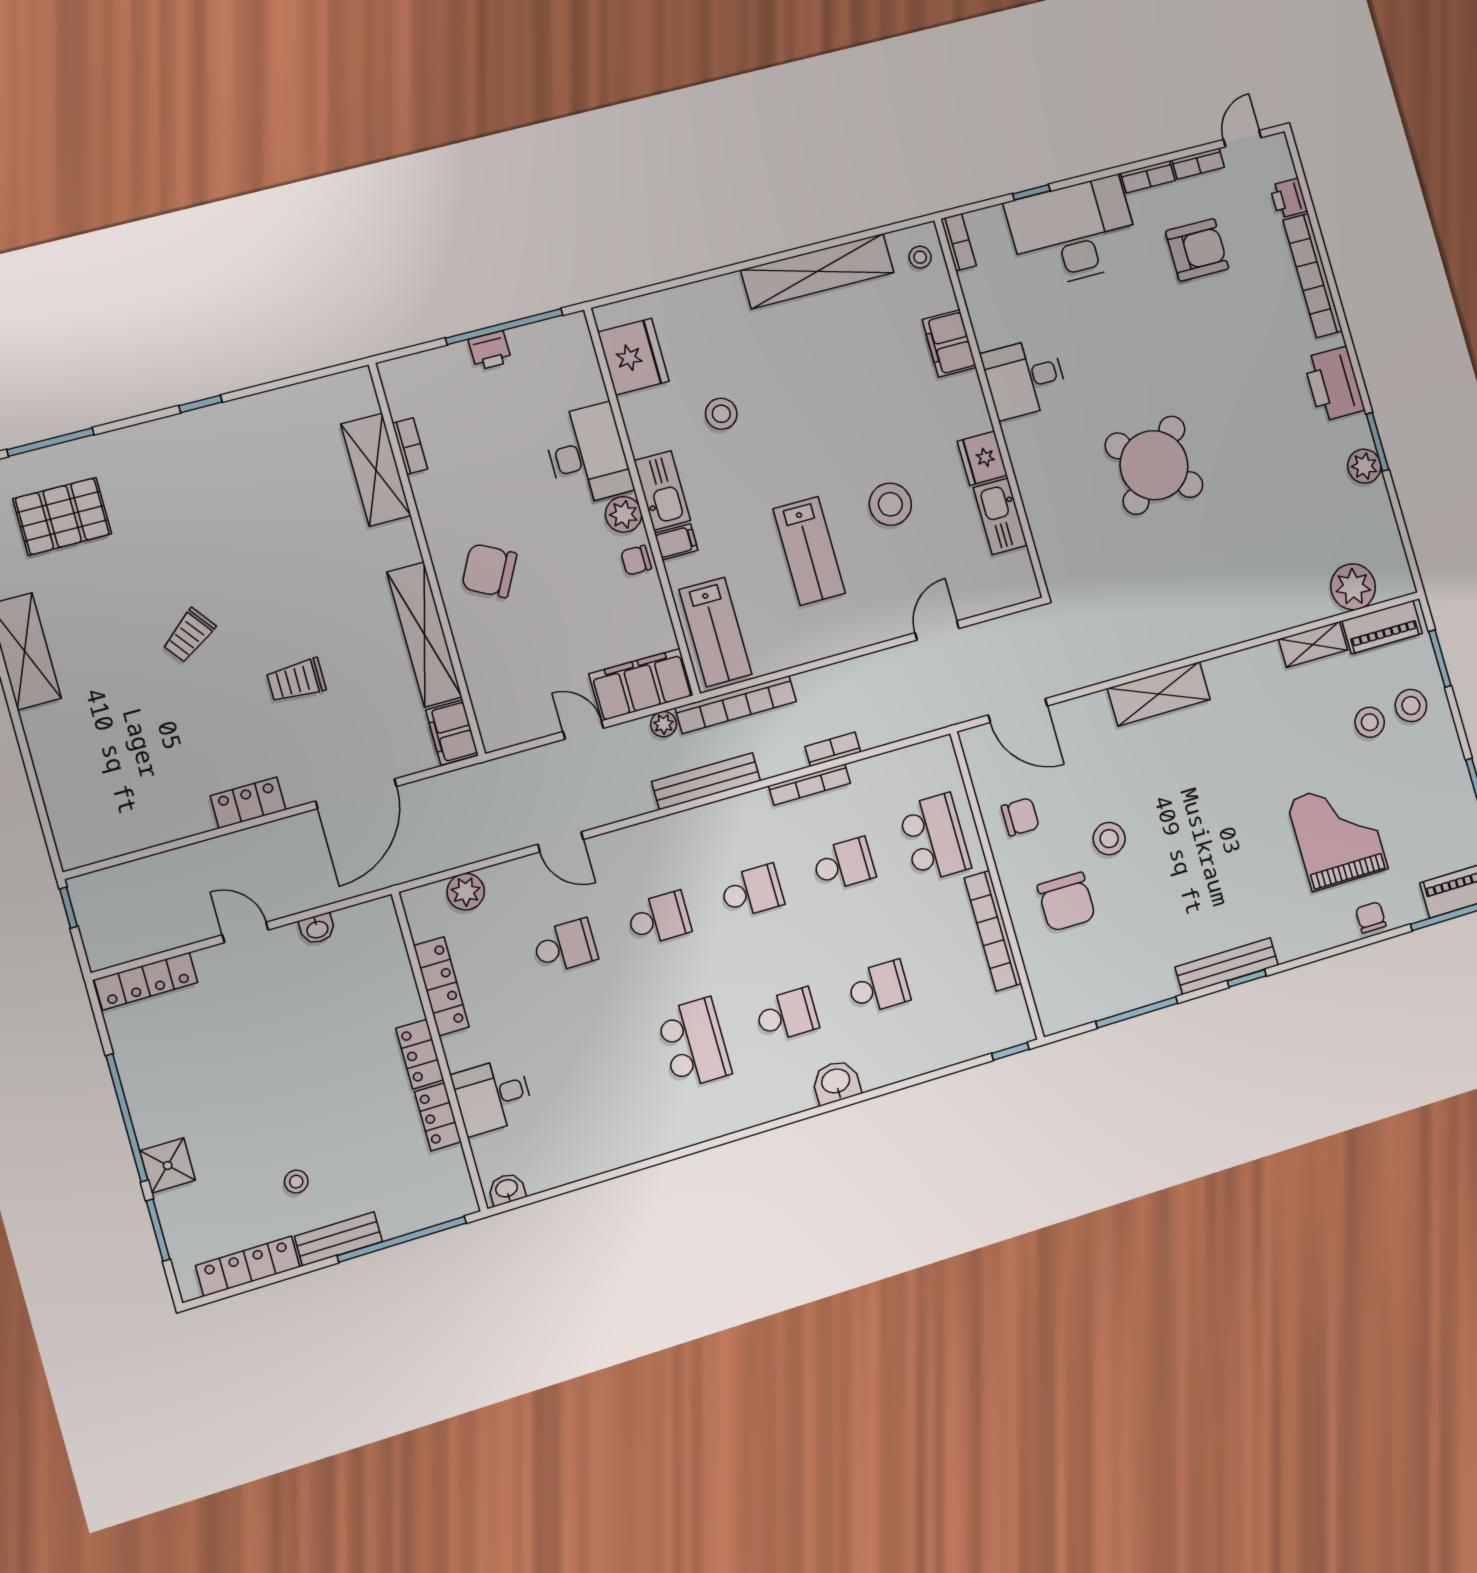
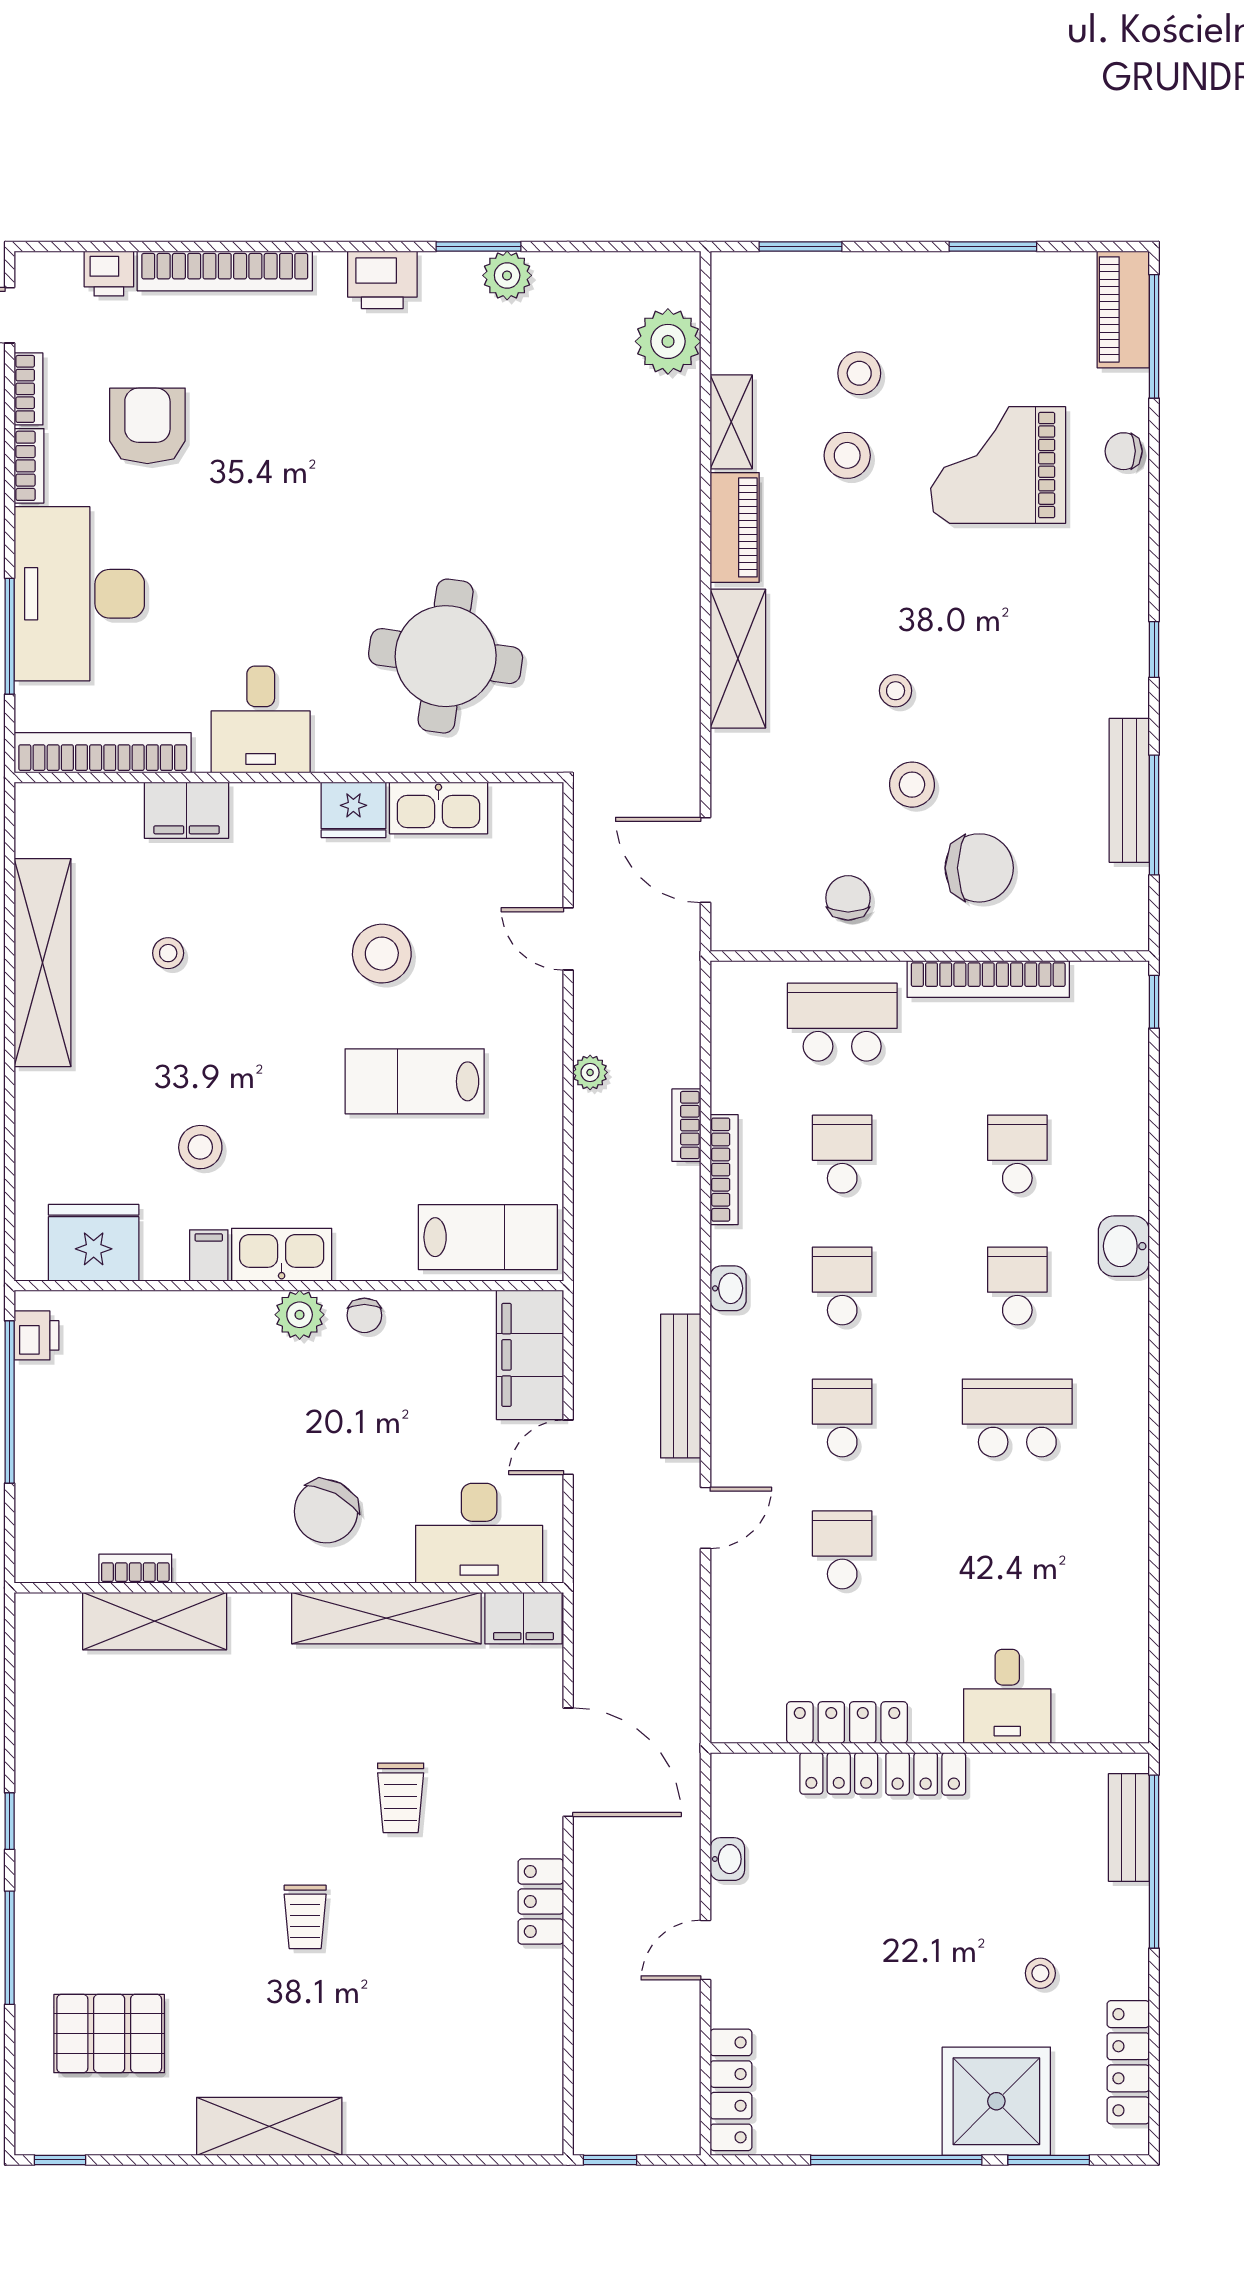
window: (1031, 192) -> (10, 636), width x2.17
bookcase: (959, 242) -> (103, 753), width x2.31, depth x1.31
stool: (920, 257) -> (168, 953), moved
printer: (490, 351) -> (36, 1335), moved
printer: (1334, 384) -> (382, 280), width x0.73, depth x0.84
window: (50, 442) -> (10, 1948), moved
desk: (588, 455) -> (479, 1533), moved, turned 180
round table: (1154, 465) -> (446, 656), moved, turned -35
pallet: (62, 516) -> (109, 2034), turned 90
filing cabinet: (676, 542) -> (209, 1255), moved
lab bench: (809, 551) -> (415, 1081), turned 180
piano: (1382, 627) -> (735, 527), moved
trolley: (189, 635) -> (305, 1917), turned 37
bookcase: (736, 705) -> (591, 1237), removed
stool: (1411, 706) -> (847, 455), moved
door: (1018, 711) -> (705, 860), swing flipped
plant: (664, 724) -> (590, 1072), moved
bench: (706, 781) -> (681, 1386), moved
stool: (1169, 809) -> (896, 691), added
plant: (466, 892) -> (735, 1658), removed
bench: (1227, 966) -> (1129, 790), moved
locker: (438, 1117) -> (839, 1773), moved
shower: (168, 1166) -> (996, 2101), width x1.86, depth x1.86
washbasin: (507, 1189) -> (728, 1288), moved, turned 180
bench: (338, 1239) -> (1129, 1827), moved

